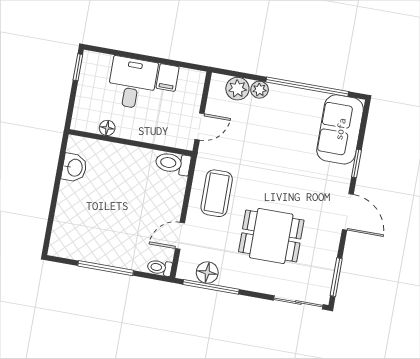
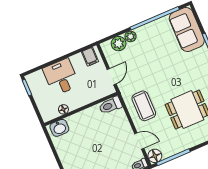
filing cabinet: (168, 77) -> (90, 57), moved
washbasin: (74, 168) -> (59, 128), moved, turned 90
door: (180, 236) -> (139, 141), swing flipped
floor lamp: (207, 273) -> (155, 156), moved

